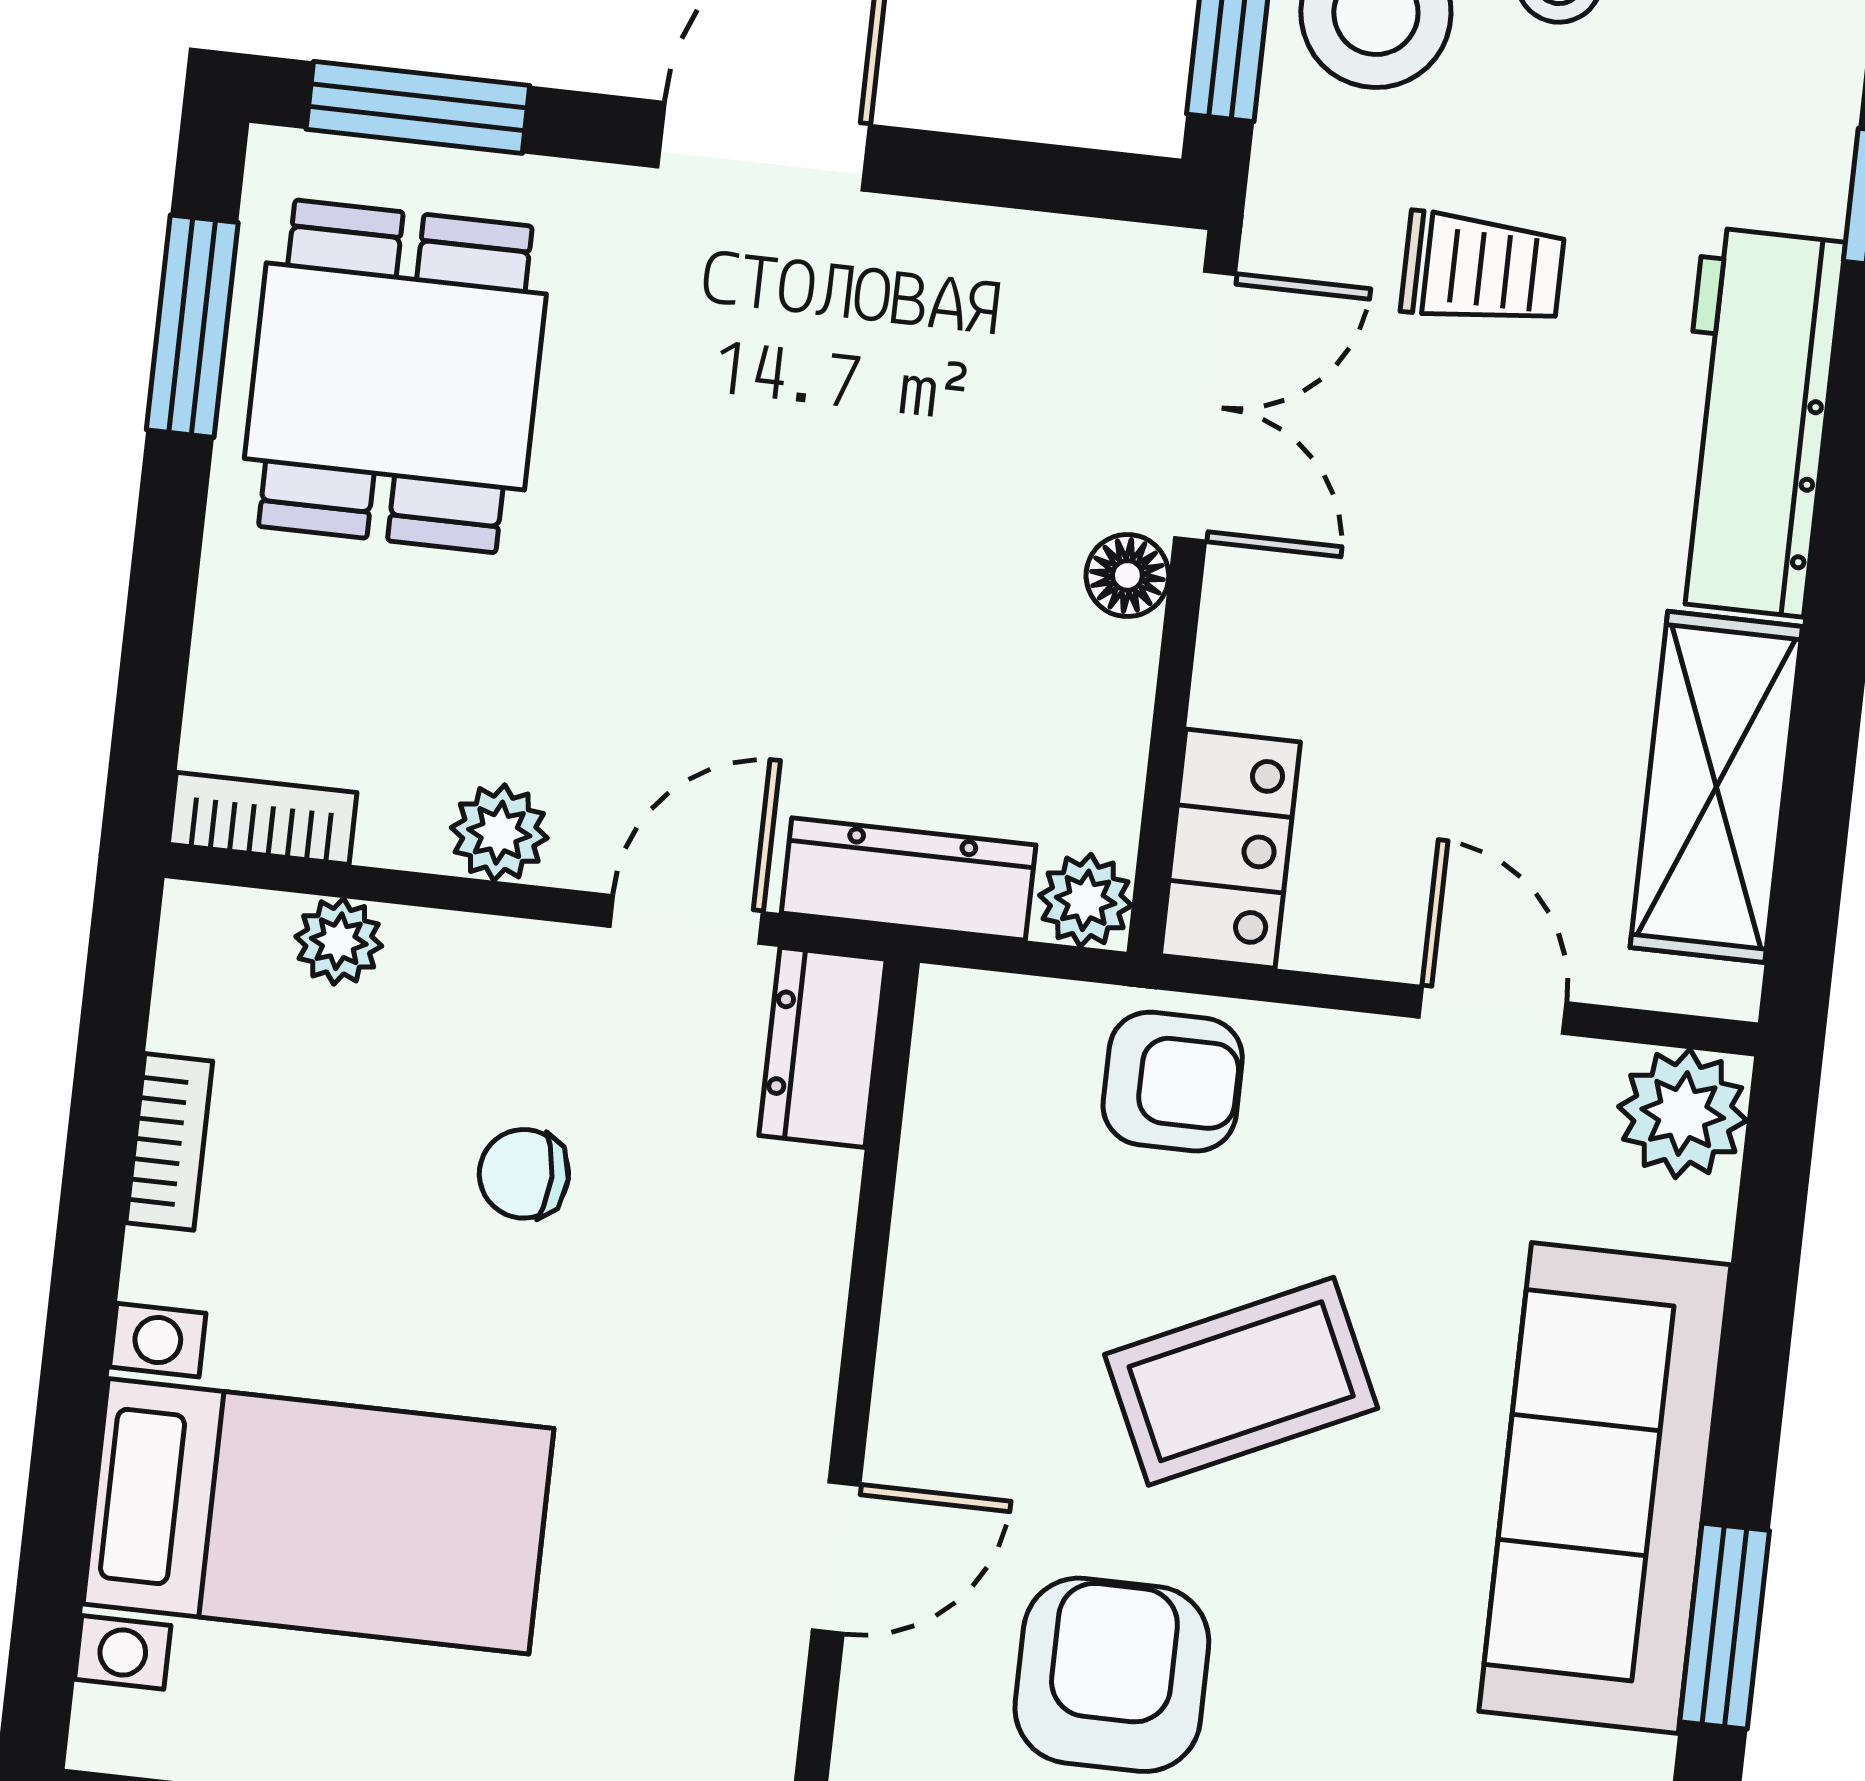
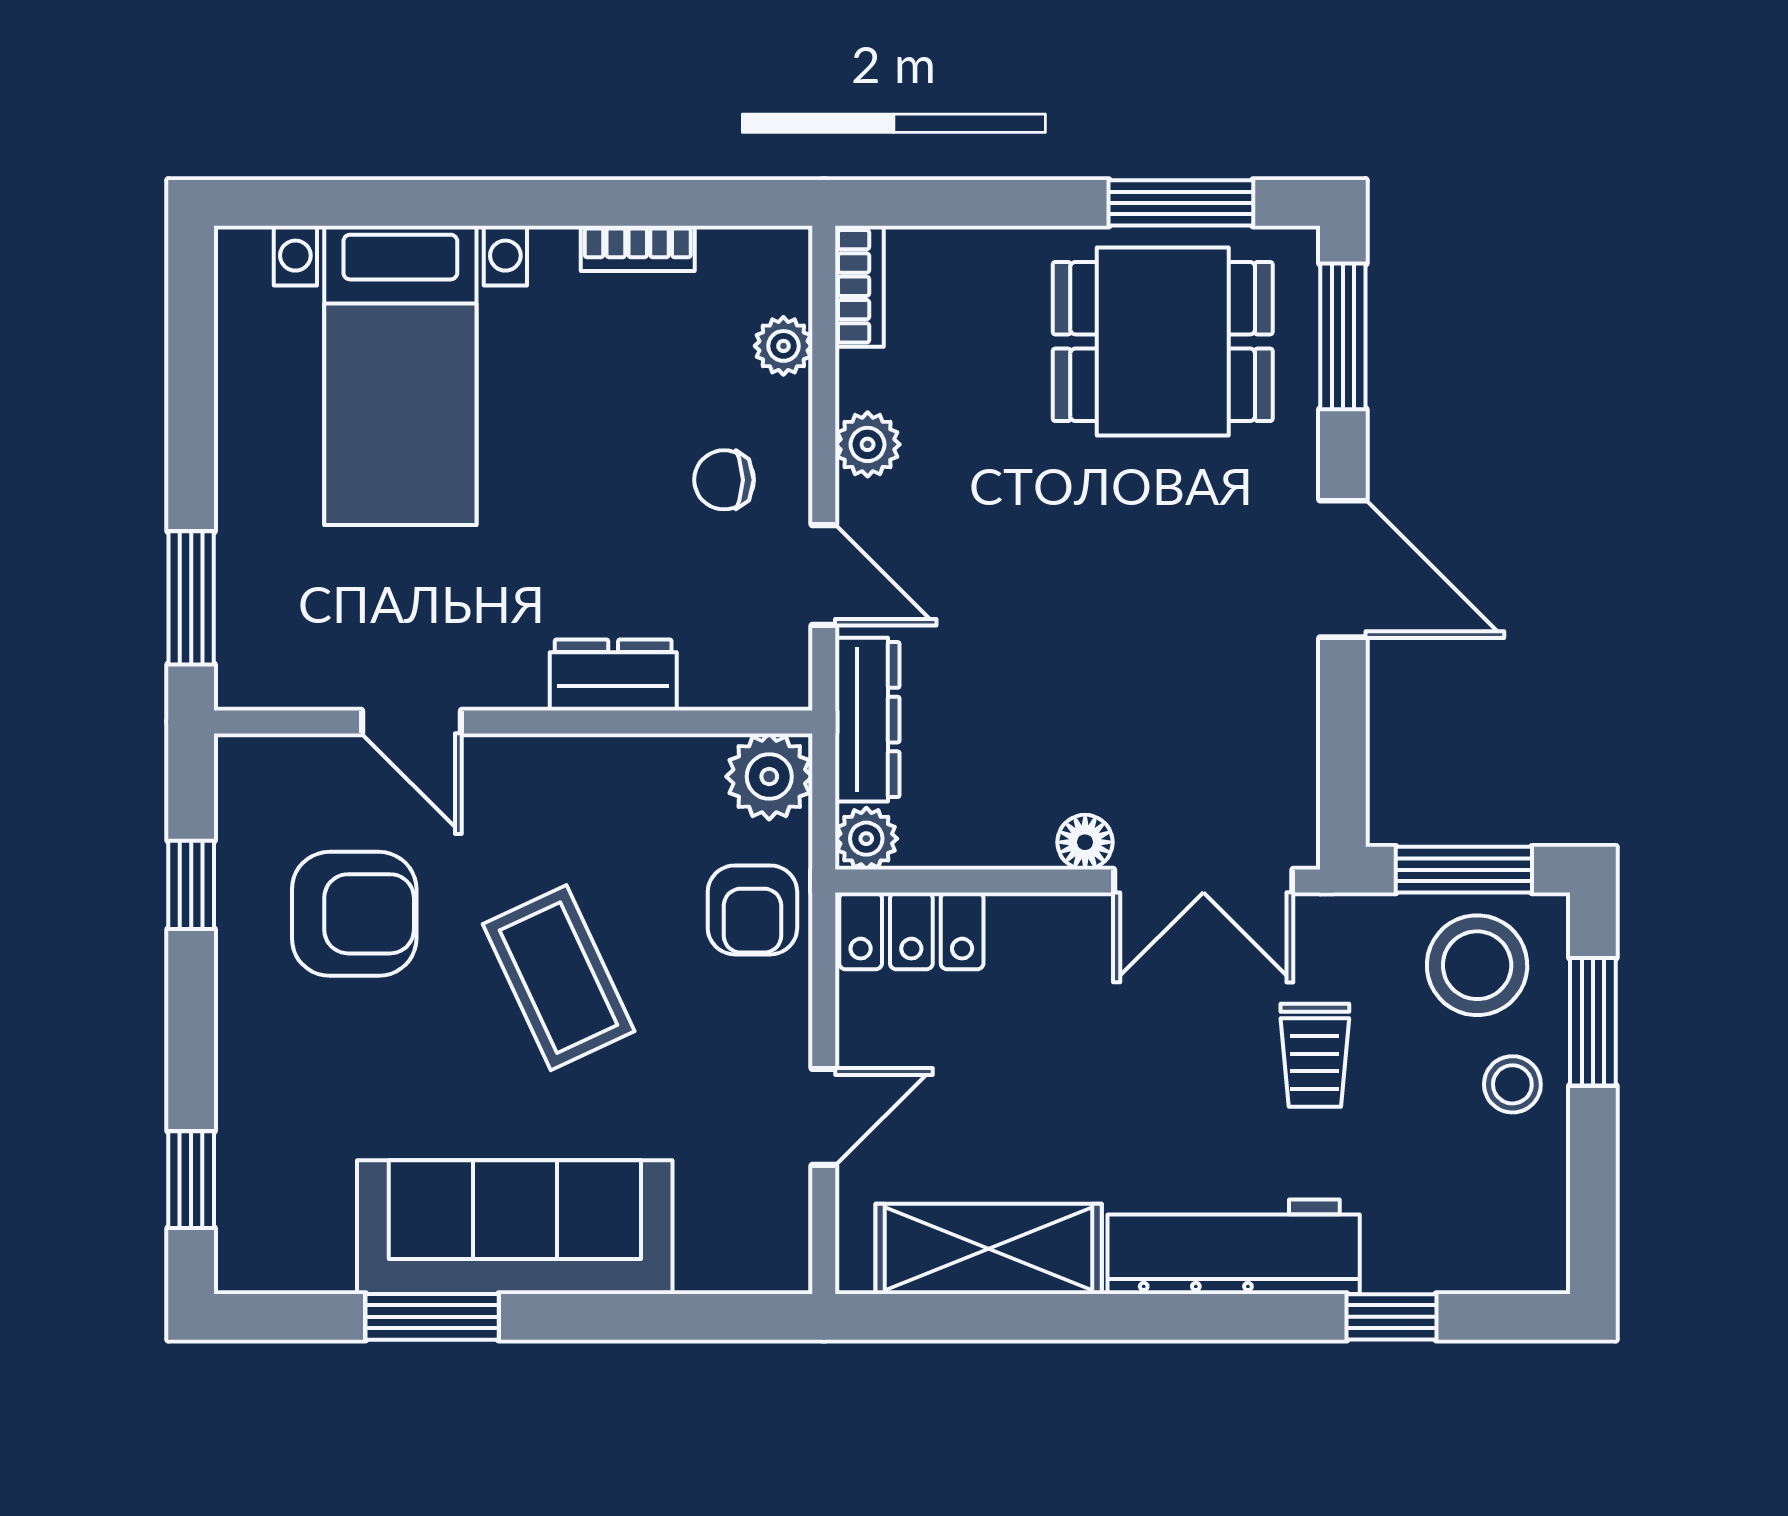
dresser: (822, 1047) -> (613, 675), moved
plant: (1683, 1113) -> (769, 777), moved
chair: (524, 1174) -> (724, 480), moved, turned -90

